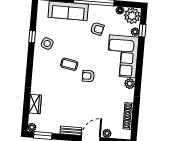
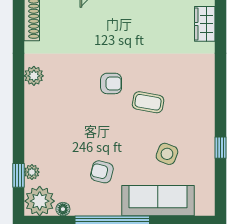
side table: (47, 43) -> (167, 154), moved
corner sofa: (122, 56) -> (51, 125), removed

